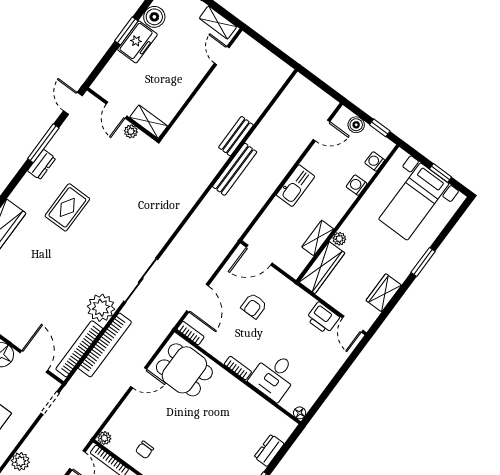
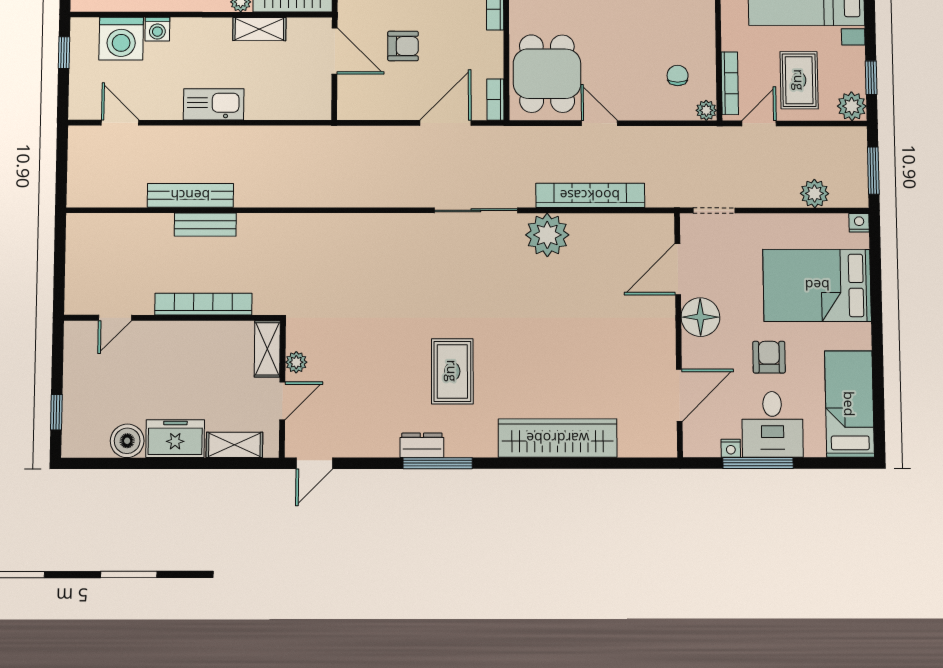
shelving: (218, 22) -> (234, 445), moved, turned 90
window: (126, 31) -> (171, 463), removed
boiler: (356, 125) -> (81, 85), removed
window: (43, 143) -> (438, 463), moved
washing machine: (375, 161) -> (121, 39), width x1.89, depth x1.89
bench: (235, 169) -> (190, 195), moved
rug: (67, 207) -> (452, 371), turned 90
door: (259, 255) -> (335, 51), moved
bookcase: (79, 349) -> (203, 304), moved, turned 180
chair: (145, 450) -> (678, 75), moved, turned -90

